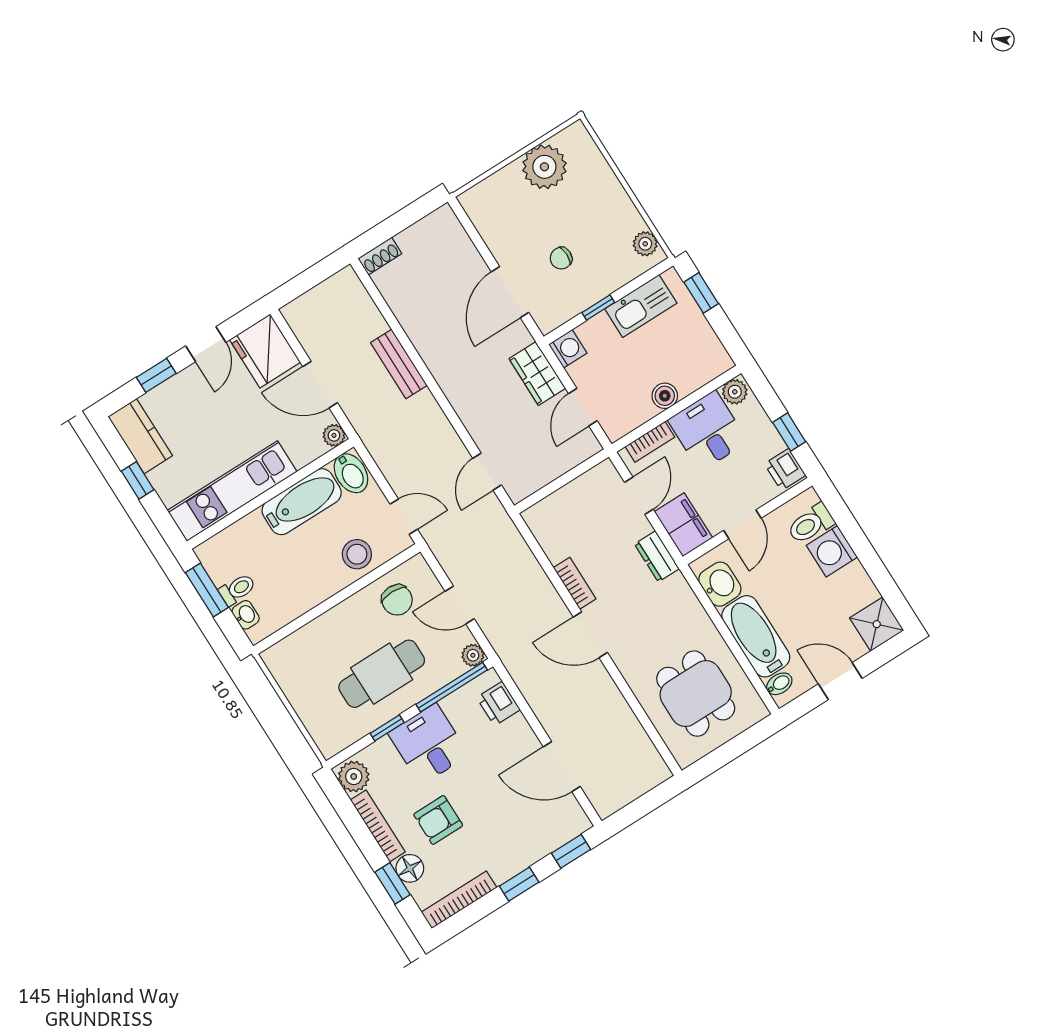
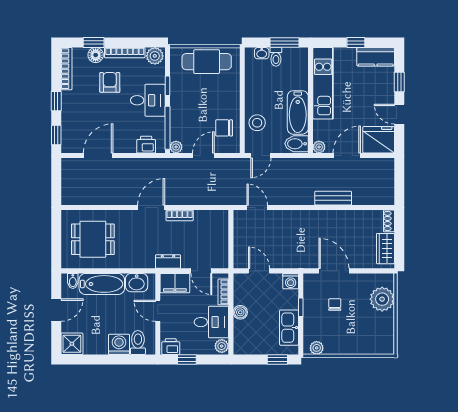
plant: (544, 167) -> (382, 299), moved
wardrobe: (537, 374) -> (385, 249), moved, turned -90
cafe table: (382, 674) -> (207, 62), moved, turned 90

